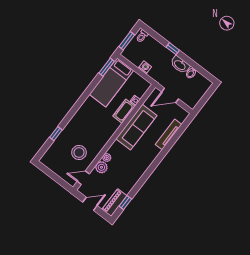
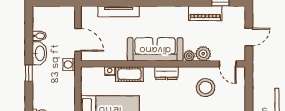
washing machine: (145, 67) -> (69, 65), moved
sofa: (136, 127) -> (155, 49), moved
dresser: (107, 135) -> (166, 73), added
piano: (115, 203) -> (205, 13), moved
door: (90, 204) -> (249, 37), swing flipped

